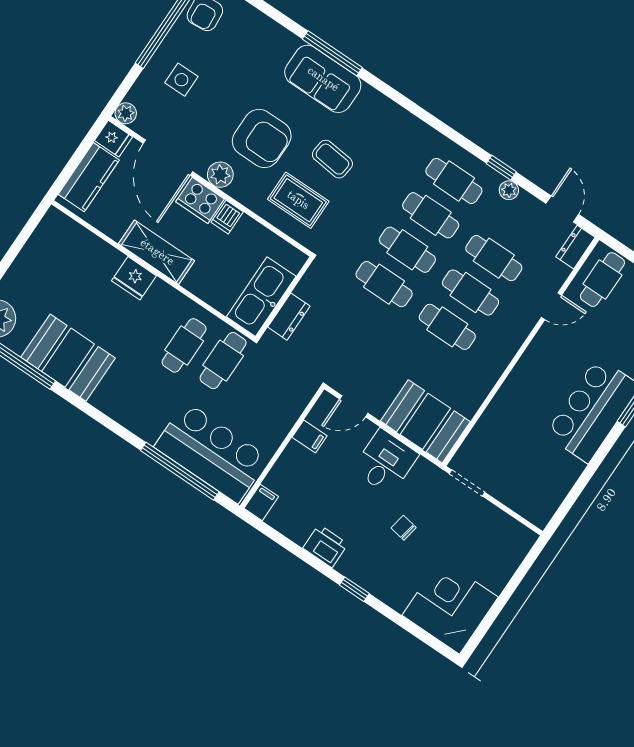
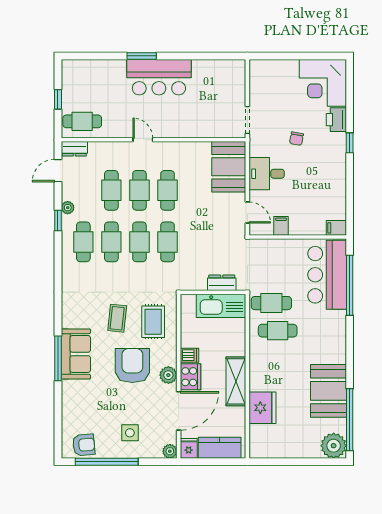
fridge: (134, 278) -> (262, 408), moved, width x1.36, depth x1.34
door: (551, 306) -> (143, 140), moved
printer: (325, 546) -> (336, 120), moved

